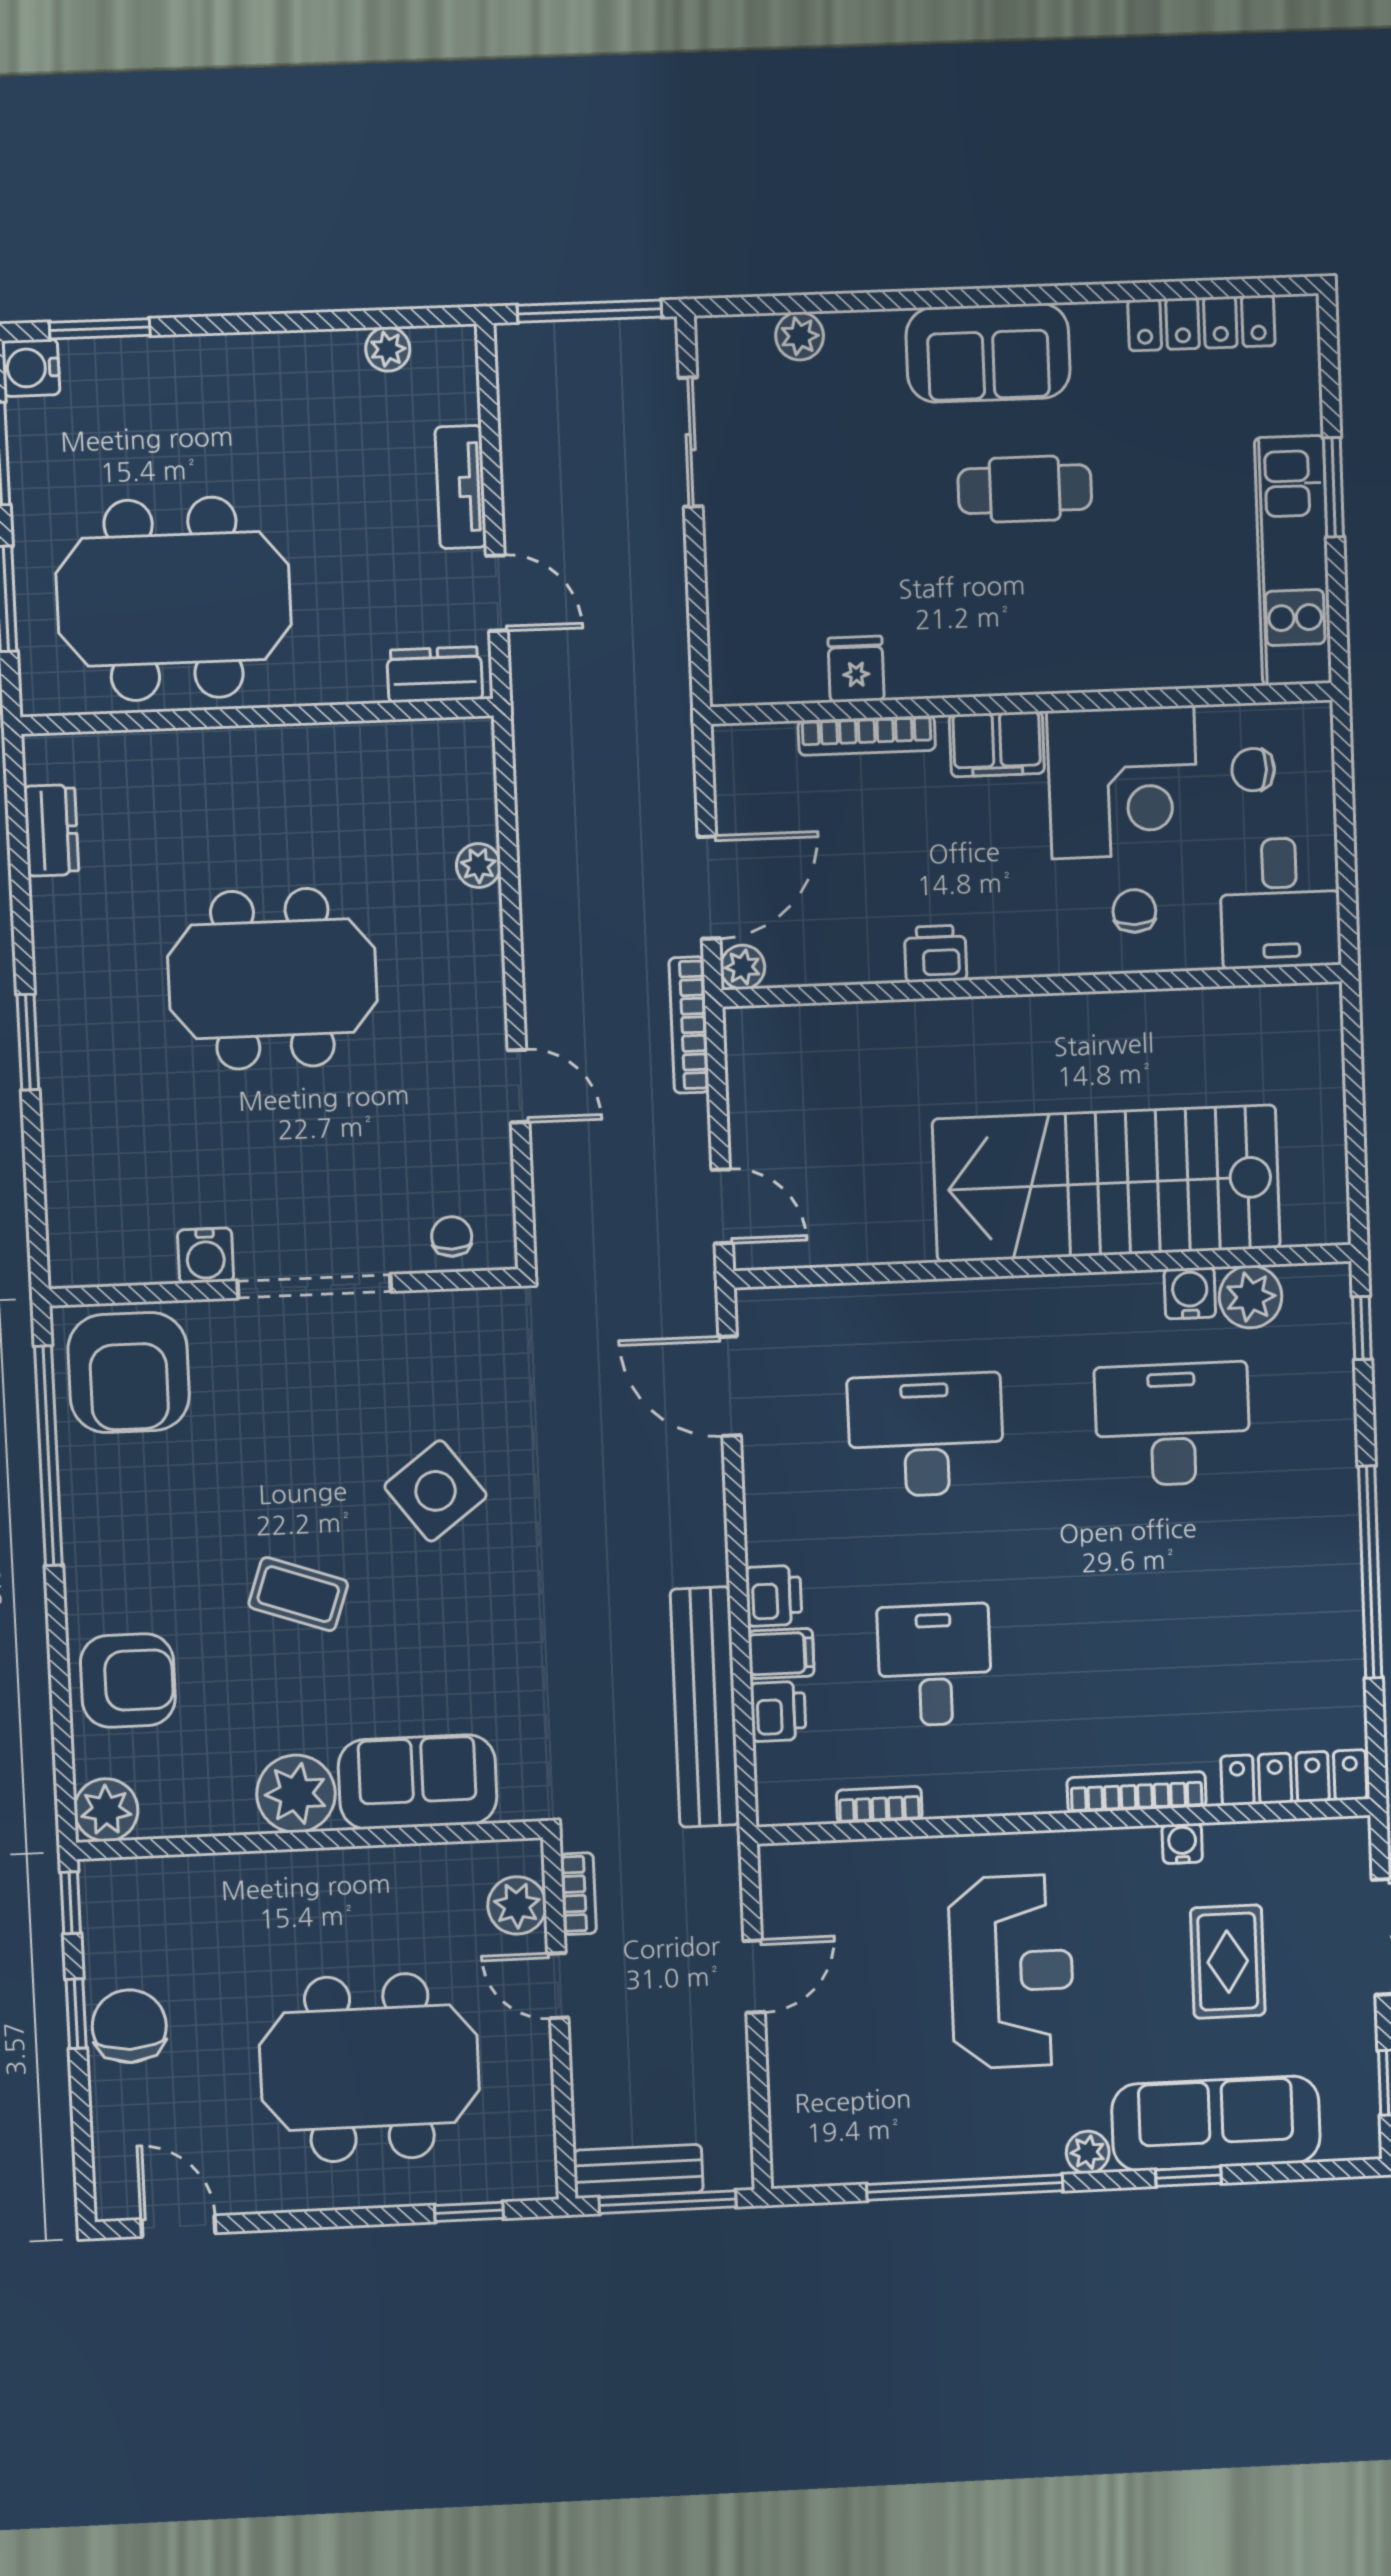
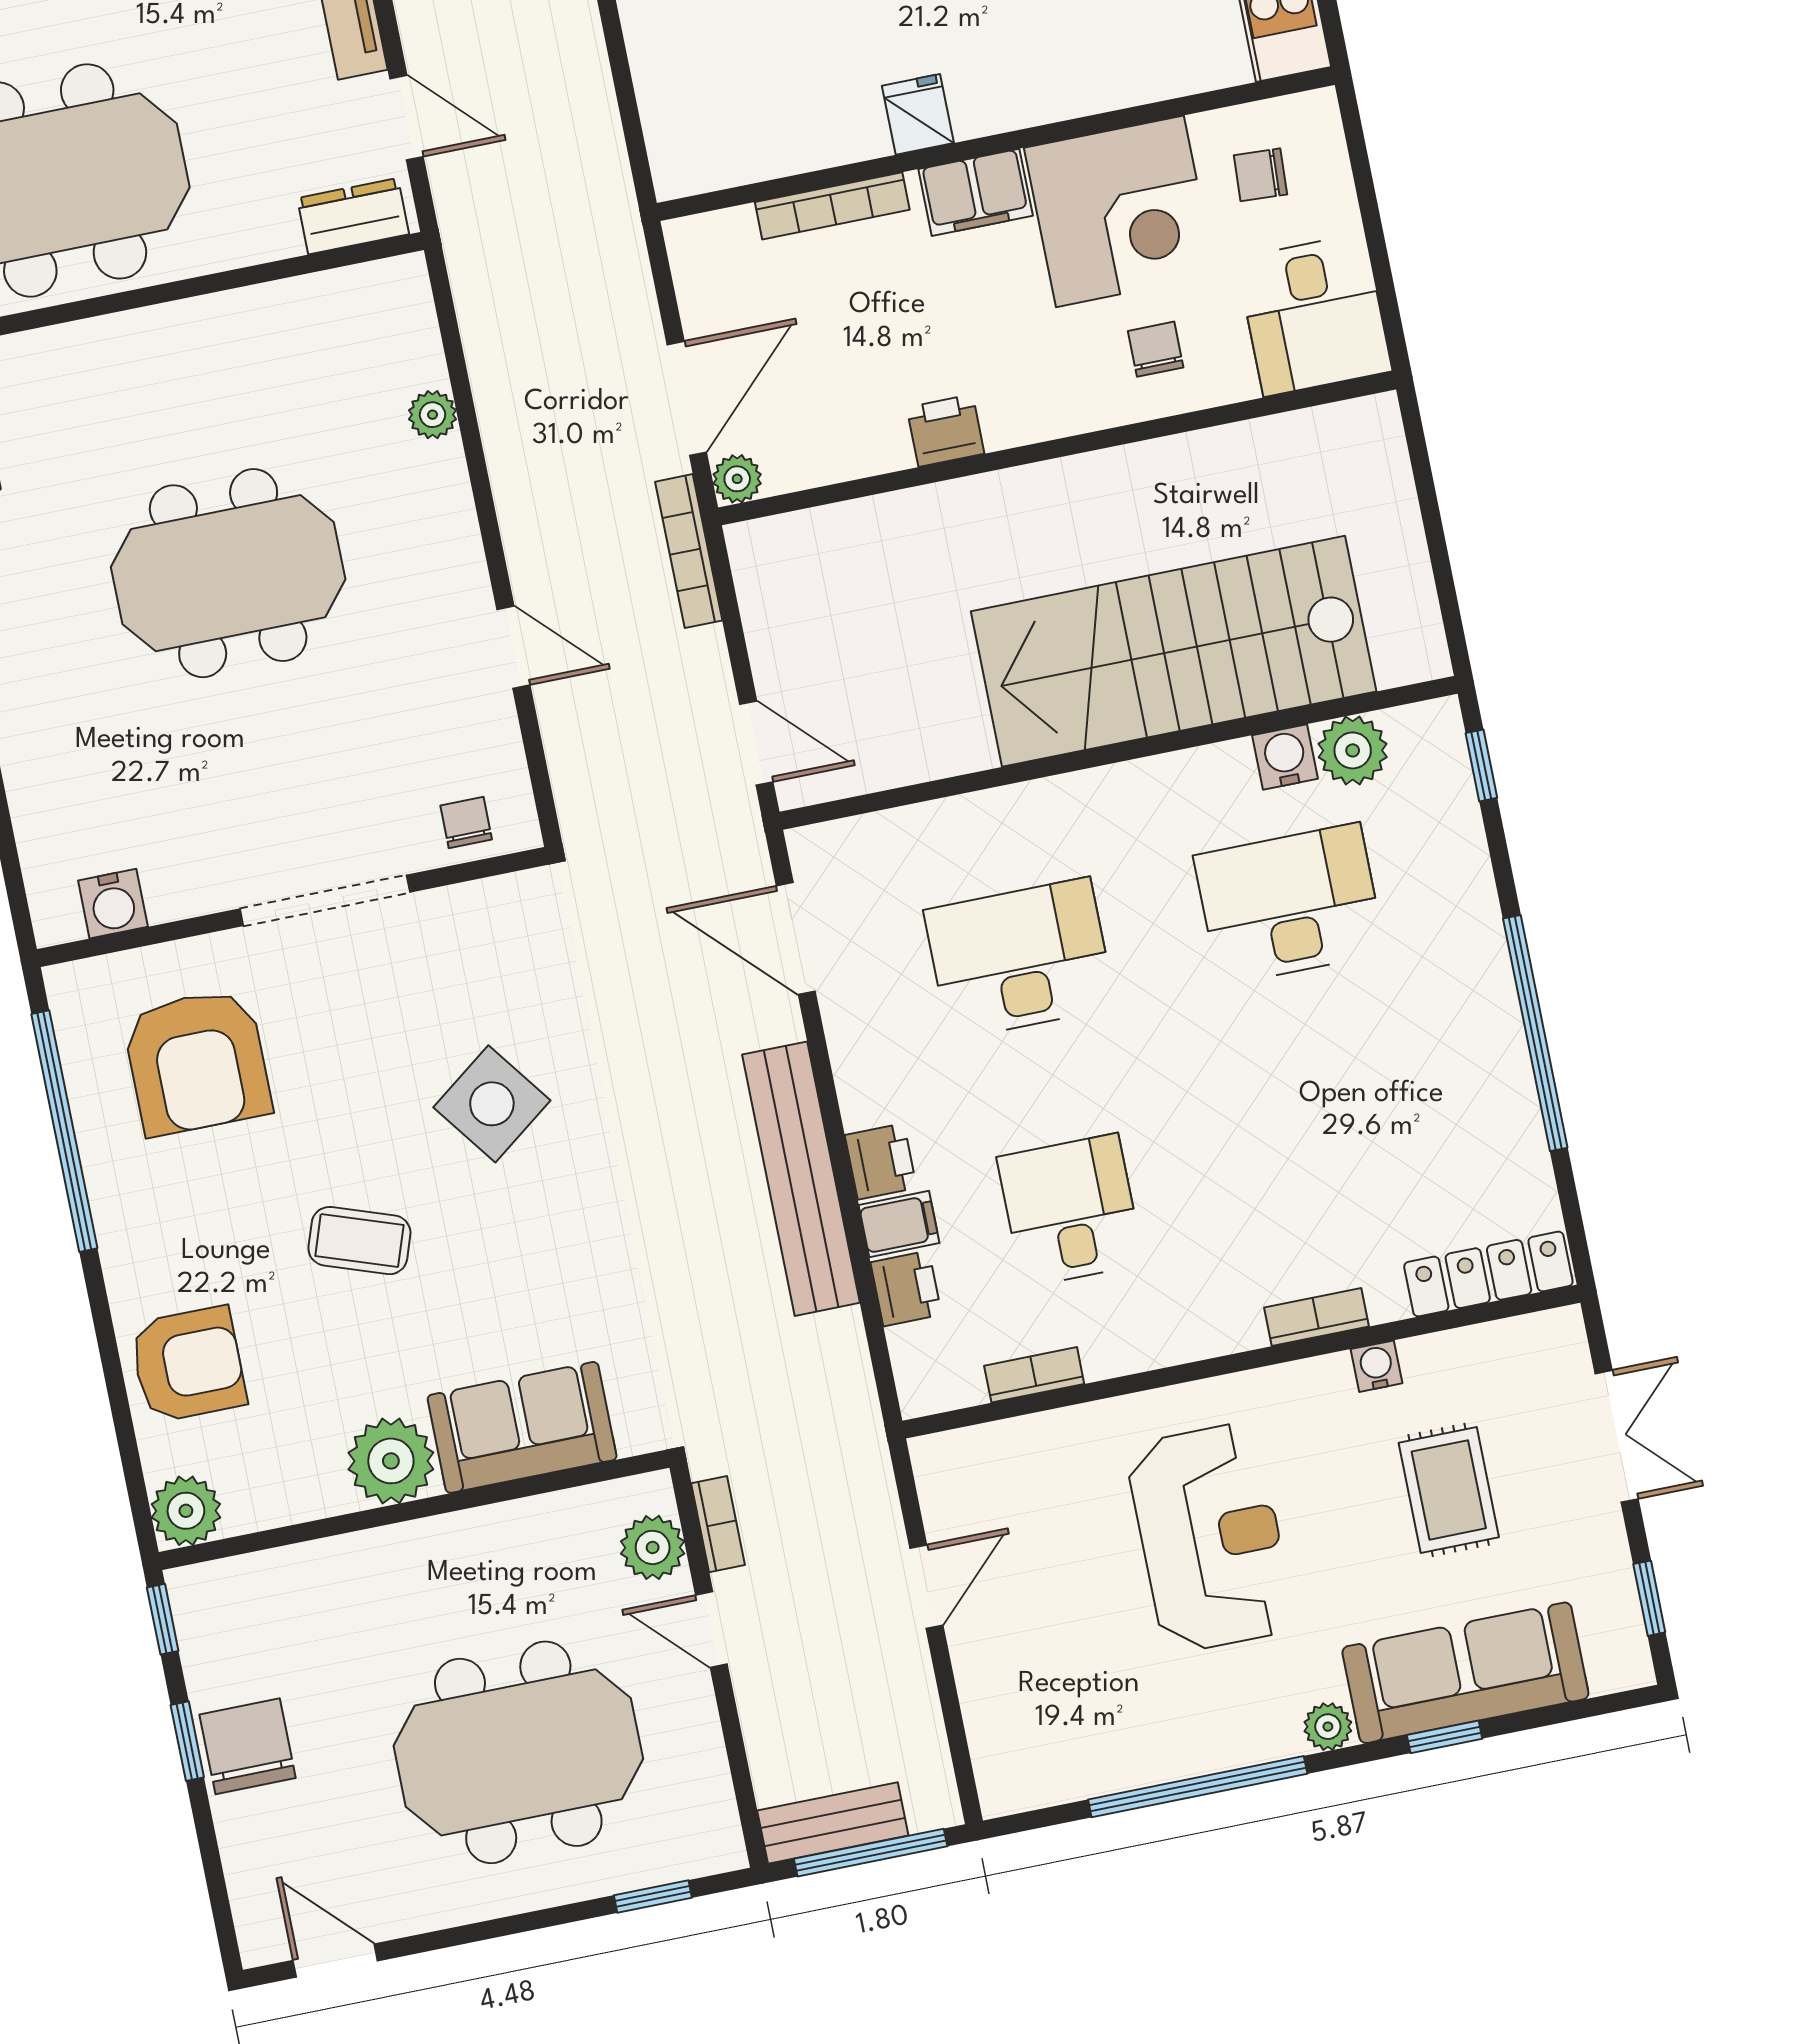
fridge: (856, 669) -> (918, 114), moved
water cooler: (206, 1256) -> (113, 904), moved
armchair: (129, 1373) -> (197, 1062), moved
bench: (705, 1707) -> (801, 1179), moved
bookcase: (1137, 1792) -> (1317, 1317), width x0.64

